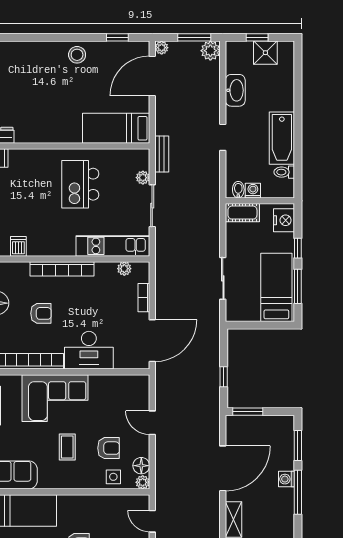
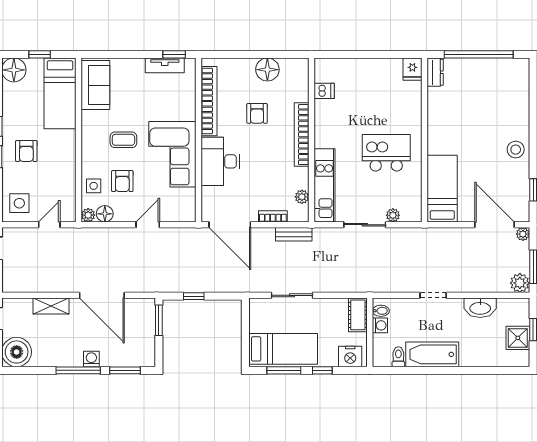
bench: (162, 154) -> (294, 234), moved
corner sofa: (55, 398) -> (172, 154), moved

